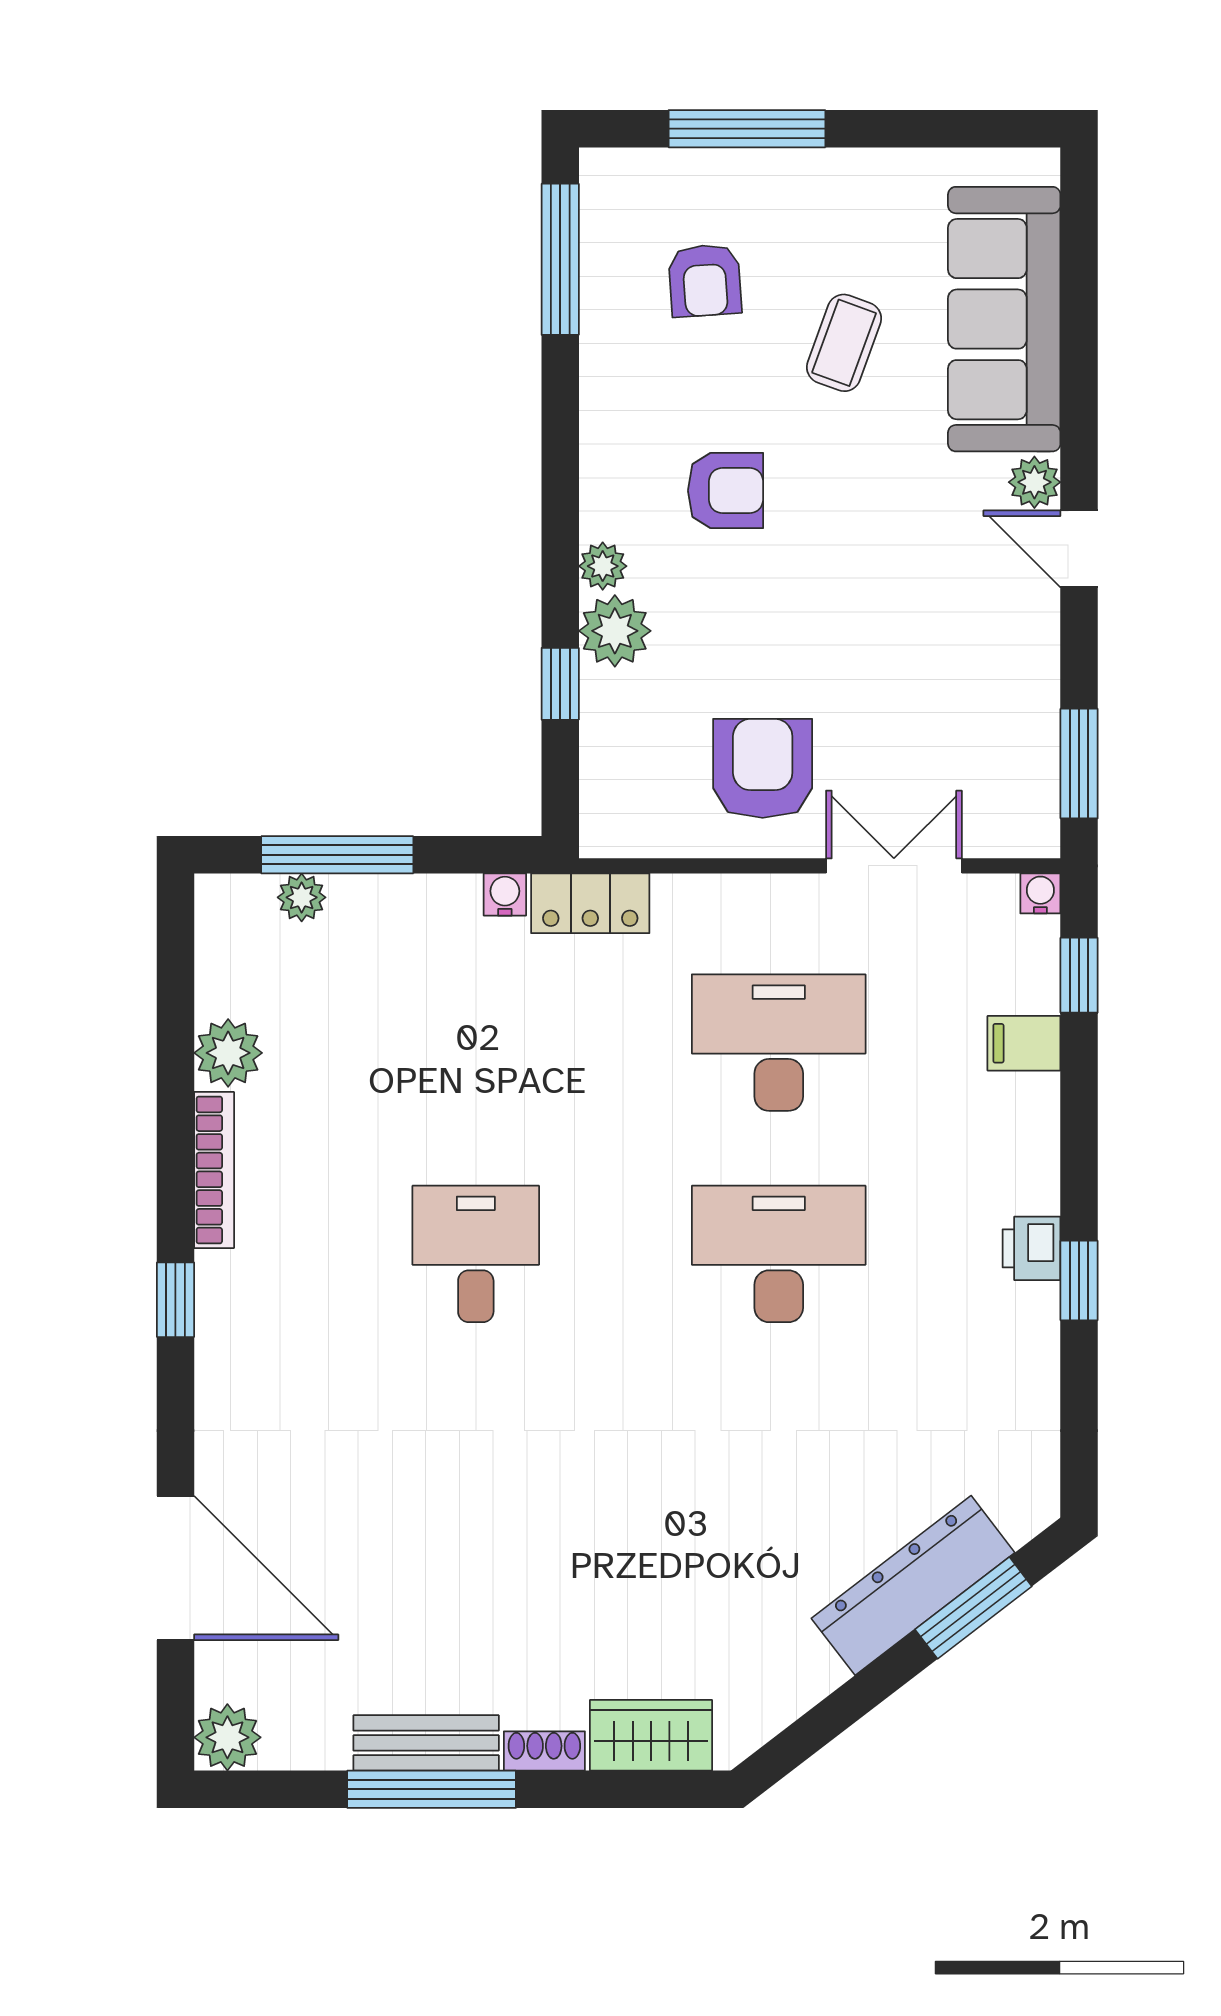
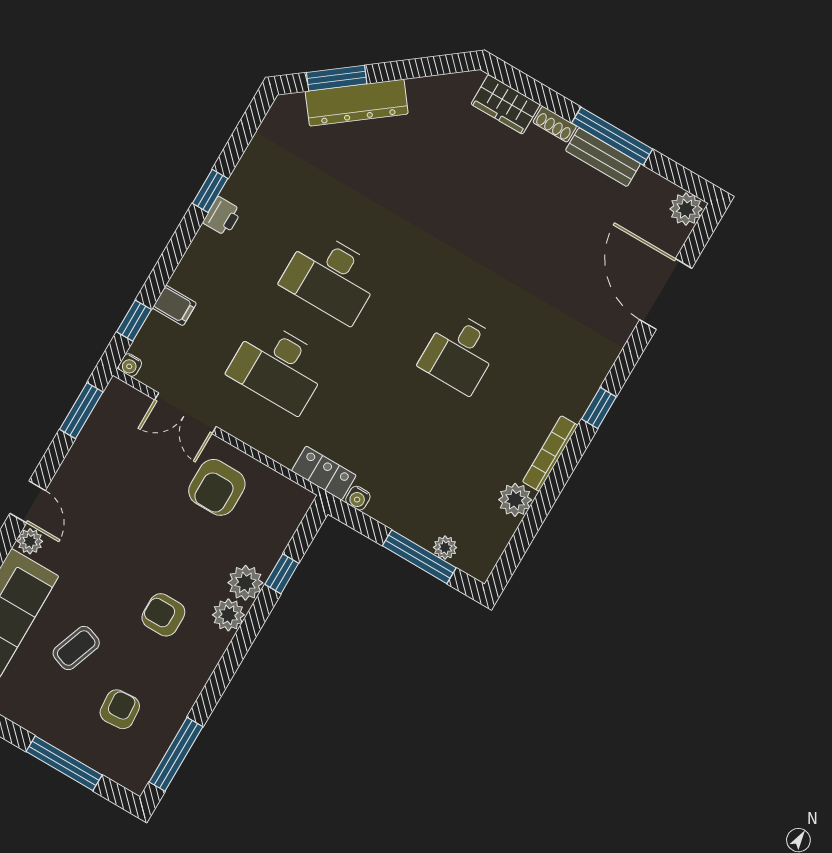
plant: (603, 566) -> (228, 615), width x1.38, depth x1.38

